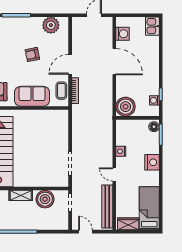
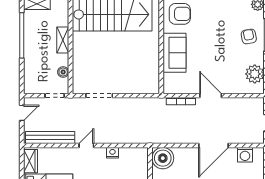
armchair: (32, 54) -> (249, 37), moved
coffee table: (61, 91) -> (181, 86), removed
boiler: (45, 199) -> (63, 72), width x0.54, depth x0.54

